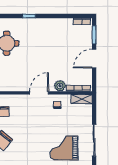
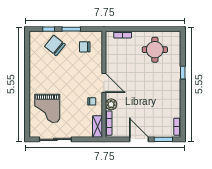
grand piano: (64, 148) -> (47, 108), turned 180

